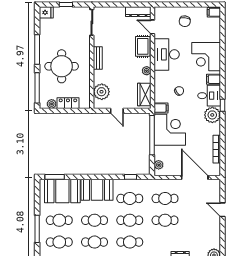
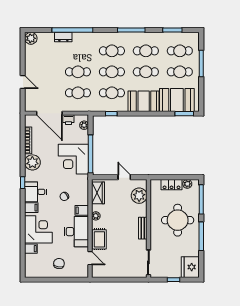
fridge: (46, 12) -> (190, 267), width x1.88, depth x1.34
dresser: (138, 12) -> (104, 273), removed
filing cabinet: (214, 12) -> (31, 249), moved
filing cabinet: (161, 108) -> (82, 210), moved
plant: (212, 115) -> (32, 162), moved
printer: (175, 171) -> (68, 120), added

